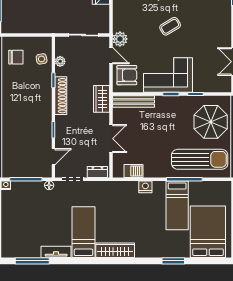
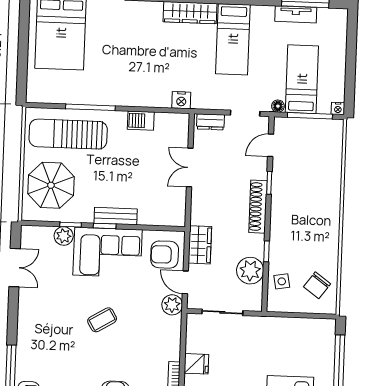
chair: (16, 57) -> (317, 285), turned -54
plant: (60, 61) -> (250, 271), width x1.87, depth x1.87
plant: (200, 86) -> (64, 236), added
shoe rack: (61, 96) -> (258, 207), moved
wardrobe: (102, 99) -> (200, 245), moved
bench: (133, 101) -> (116, 216), moved, width x0.73
barbecue: (134, 171) -> (141, 121), moved
nightstand: (145, 187) -> (181, 100), moved
bed: (177, 205) -> (302, 79), moved
tv unit: (56, 252) -> (296, 14), moved

